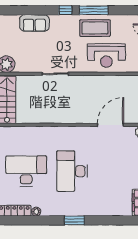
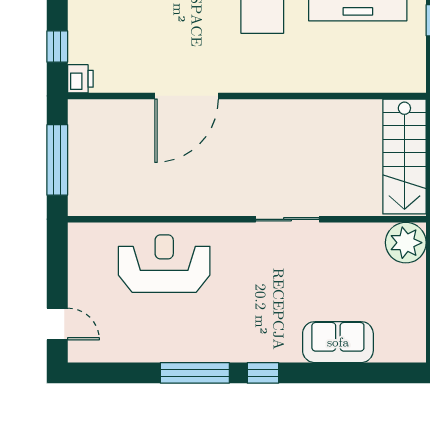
coffee table: (95, 28) -> (192, 330), removed
door: (111, 125) -> (187, 96), moved

